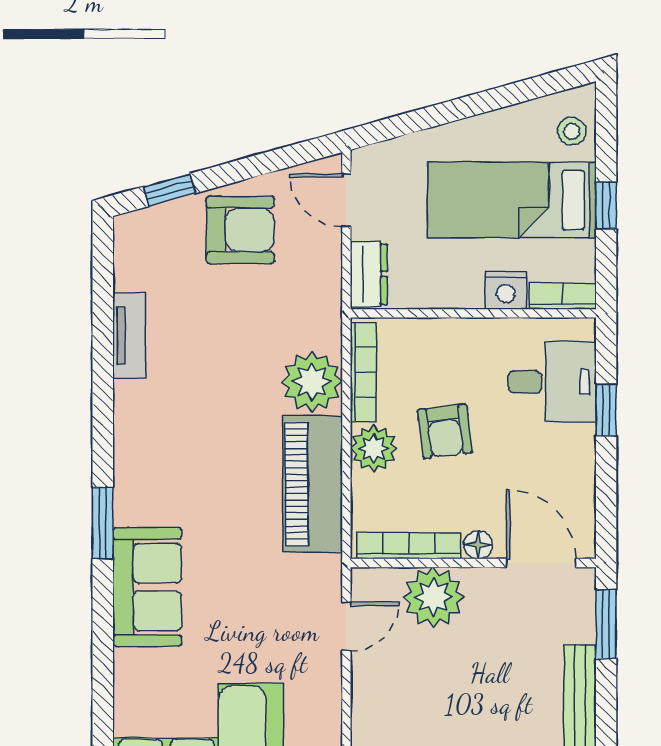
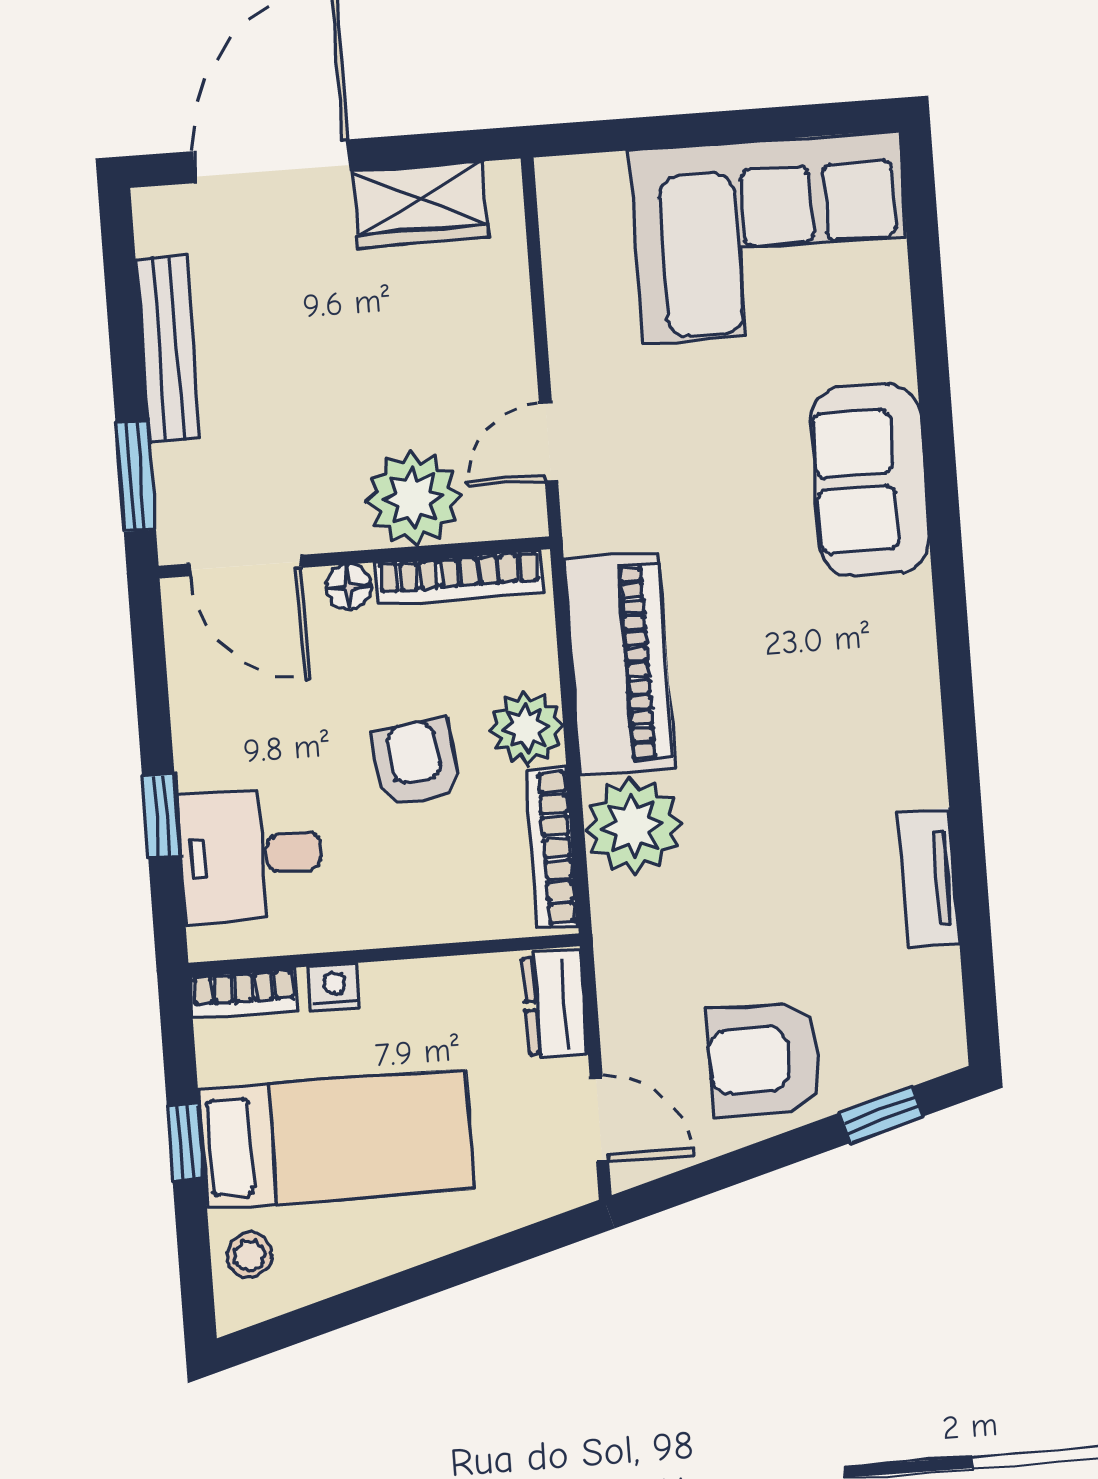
nightstand: (506, 290) -> (334, 987), width x0.72, depth x0.74
window: (103, 523) -> (948, 577), removed

